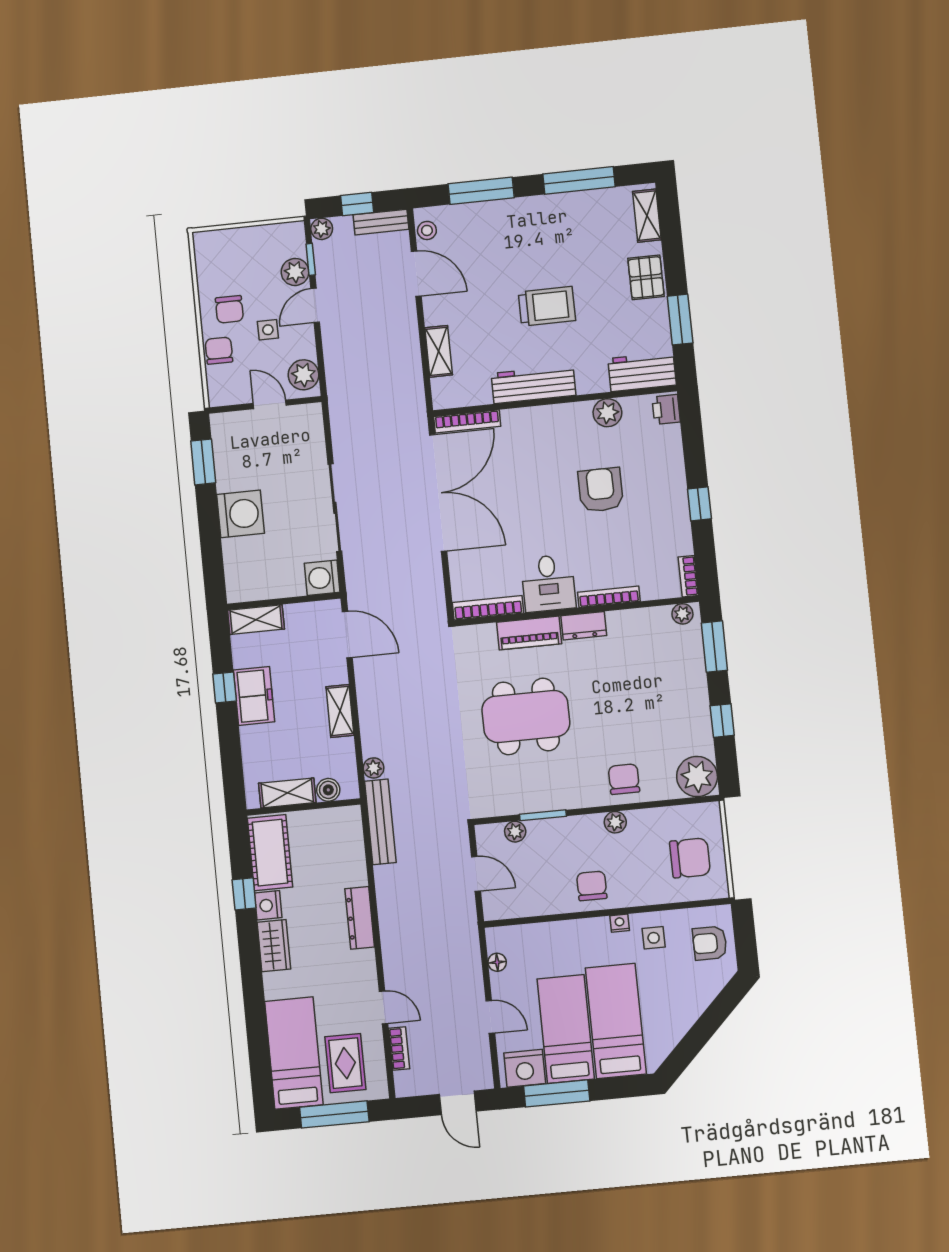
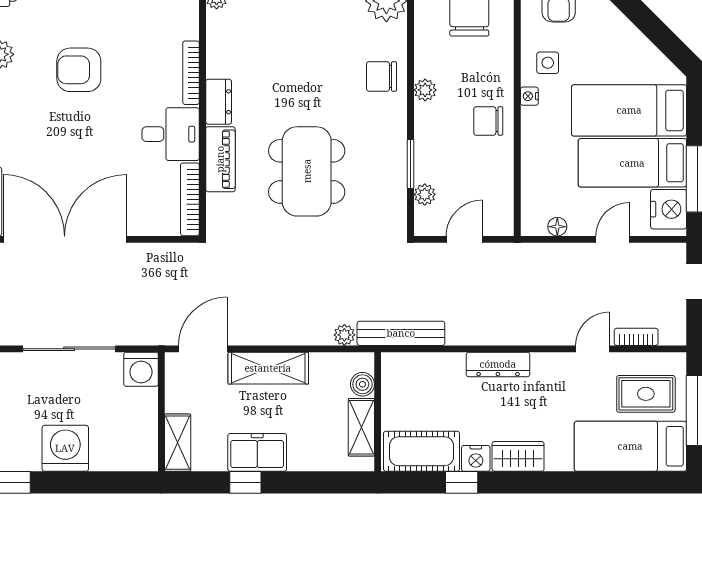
shelving: (340, 711) -> (268, 368), width x1.50, depth x1.33

